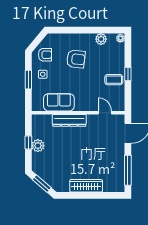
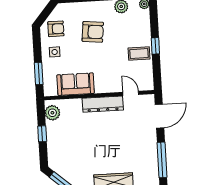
window: (28, 80) -> (39, 73), moved
dresser: (69, 120) -> (103, 104), moved
plant: (38, 146) -> (52, 113), moved

